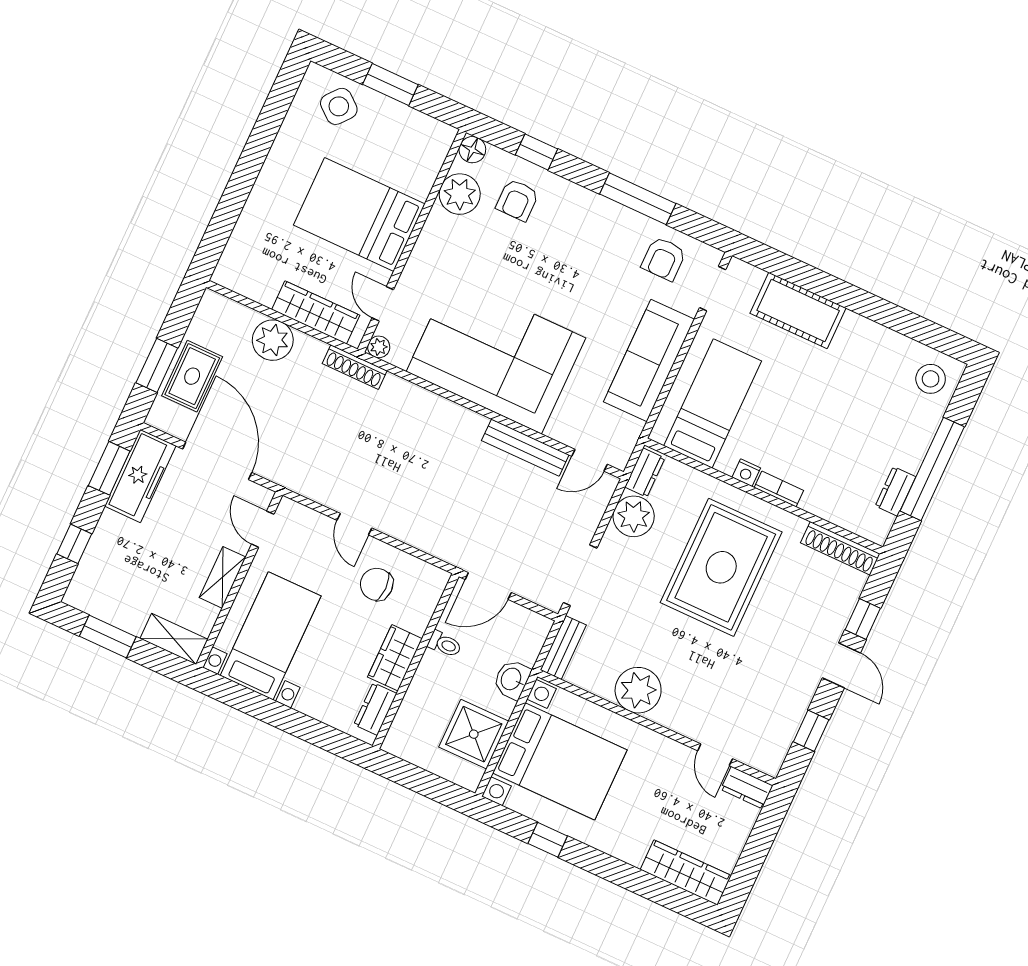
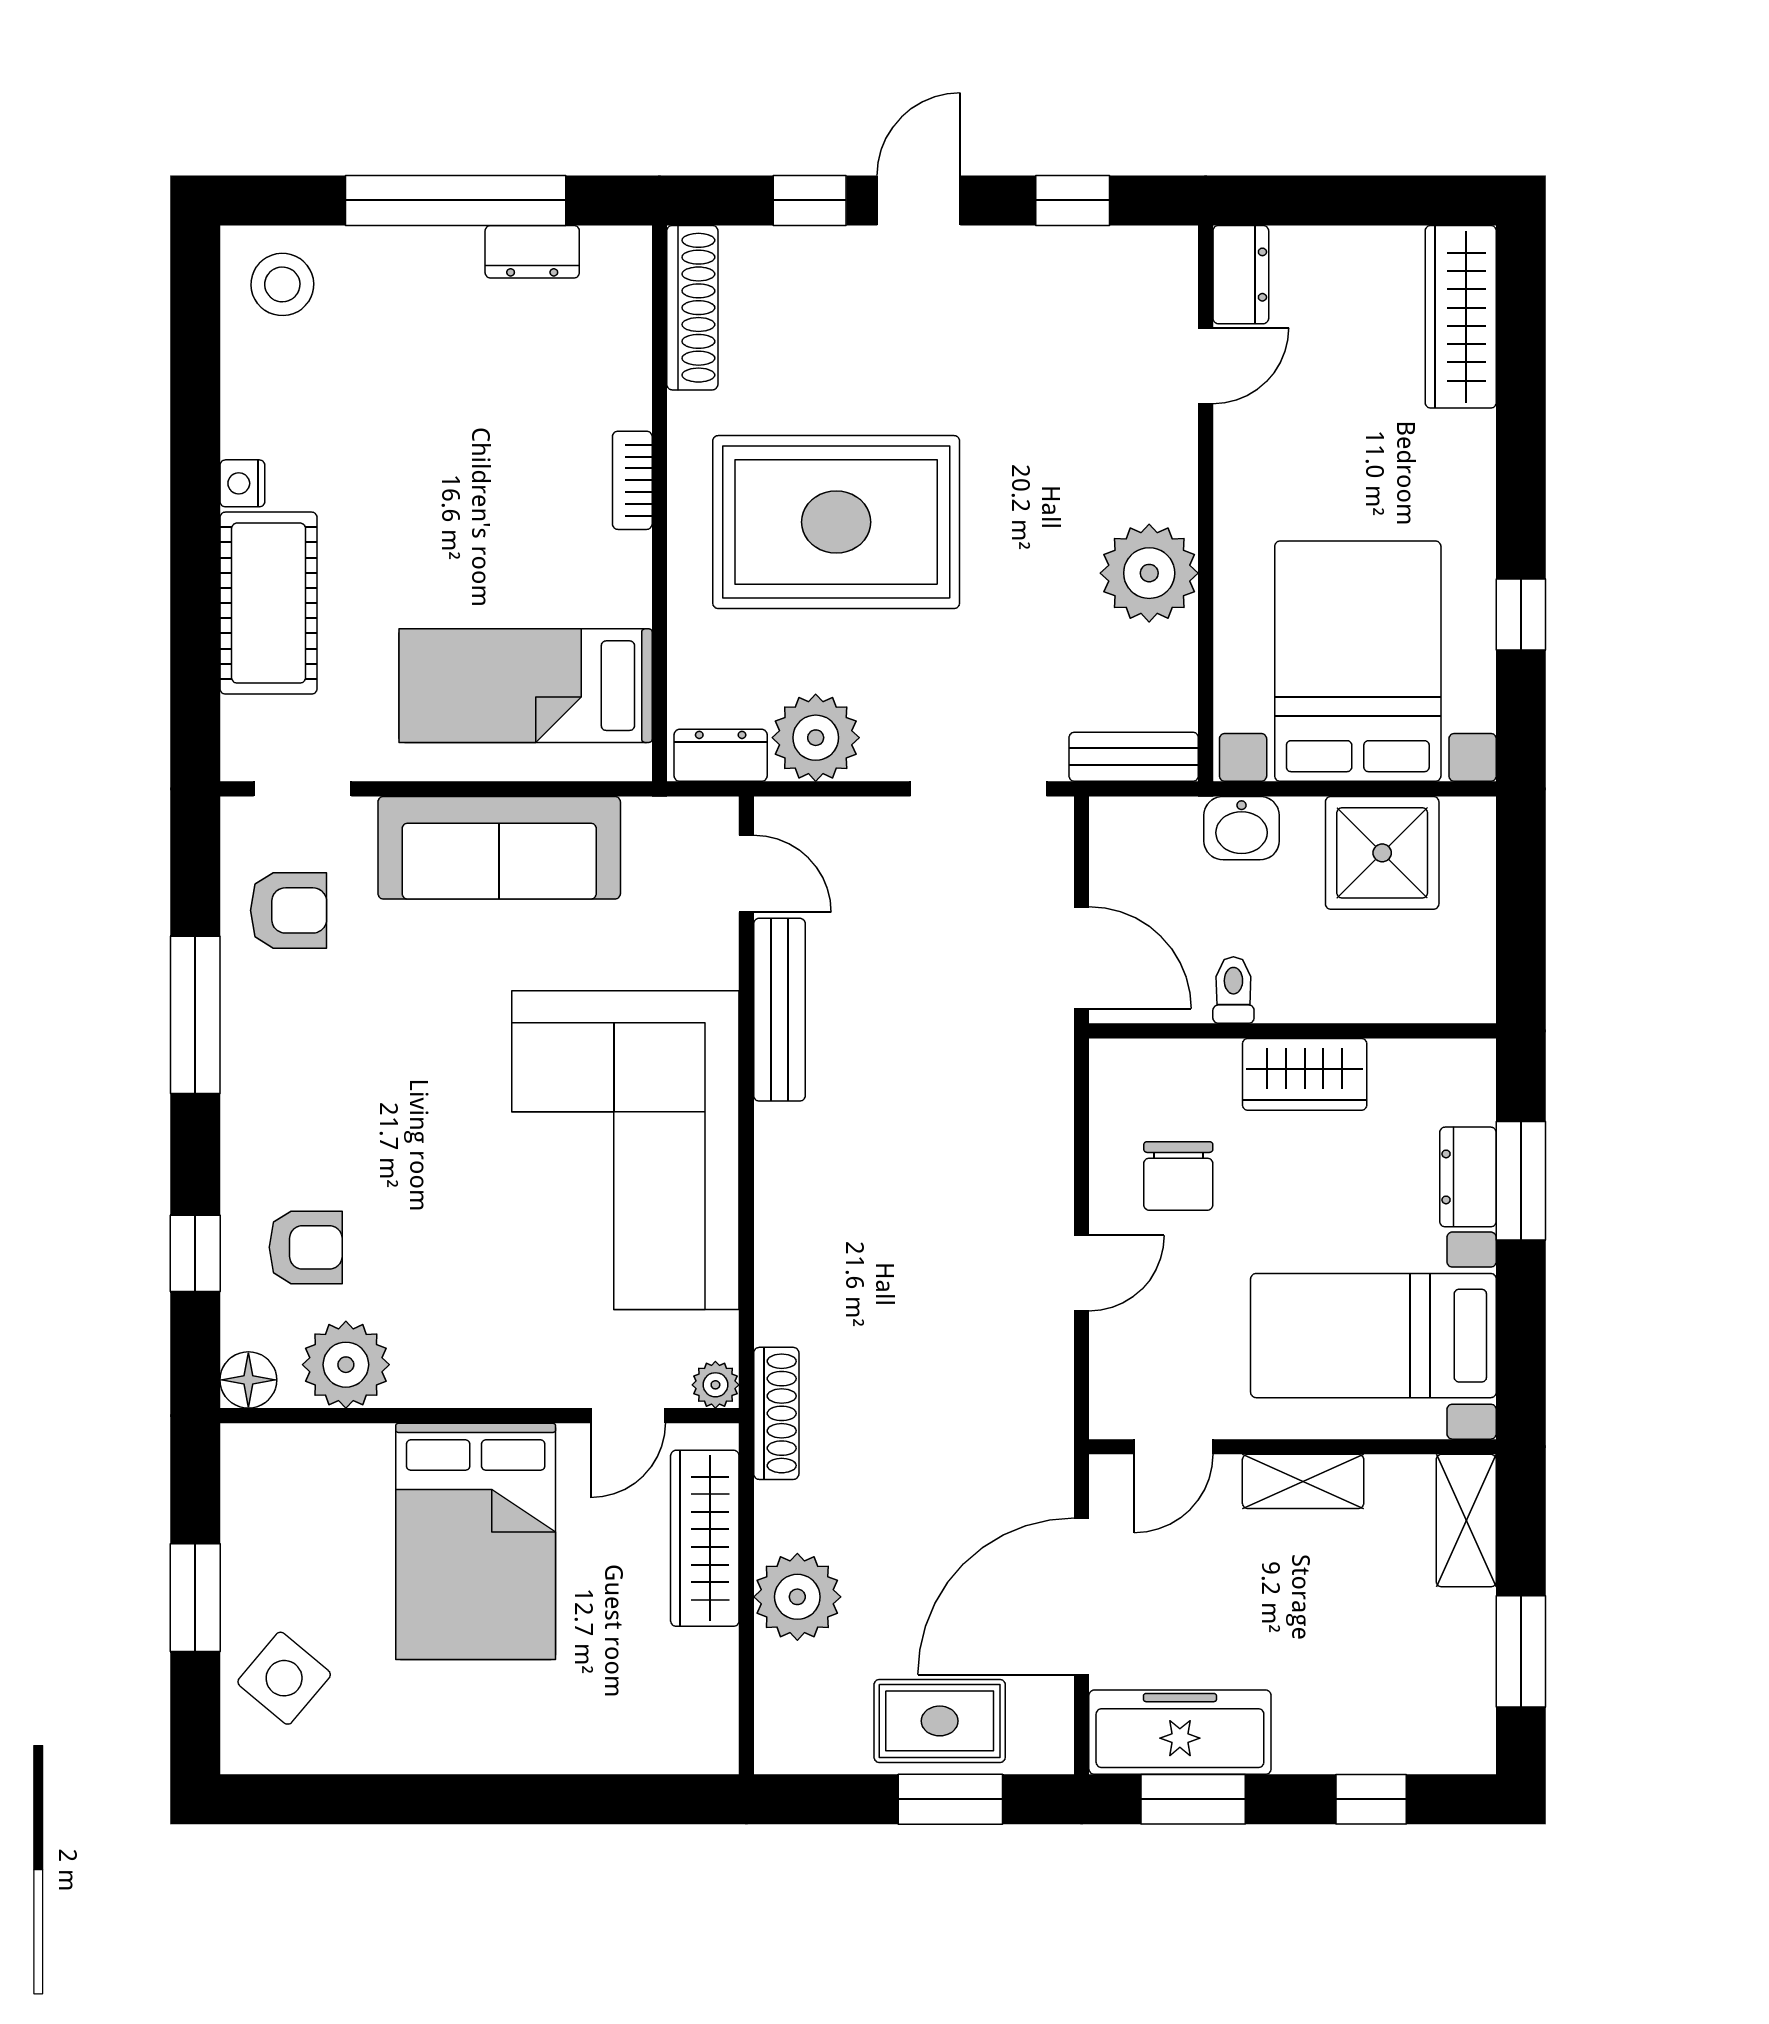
nightstand: (746, 473) -> (242, 483), moved, turned 180
dresser: (375, 709) -> (1468, 1177), moved, turned 90
window: (307, 729) -> (1521, 1181), added

